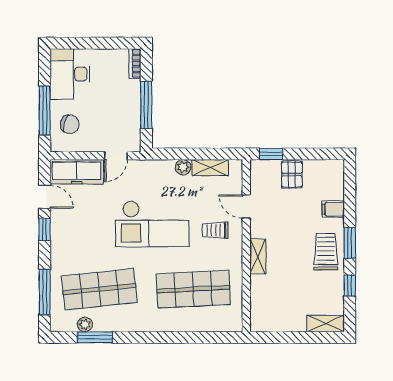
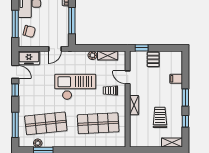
freezer: (77, 172) -> (29, 58), width x0.71
checkout: (152, 224) -> (75, 87), turned 180
trolley: (326, 251) -> (160, 117), moved

